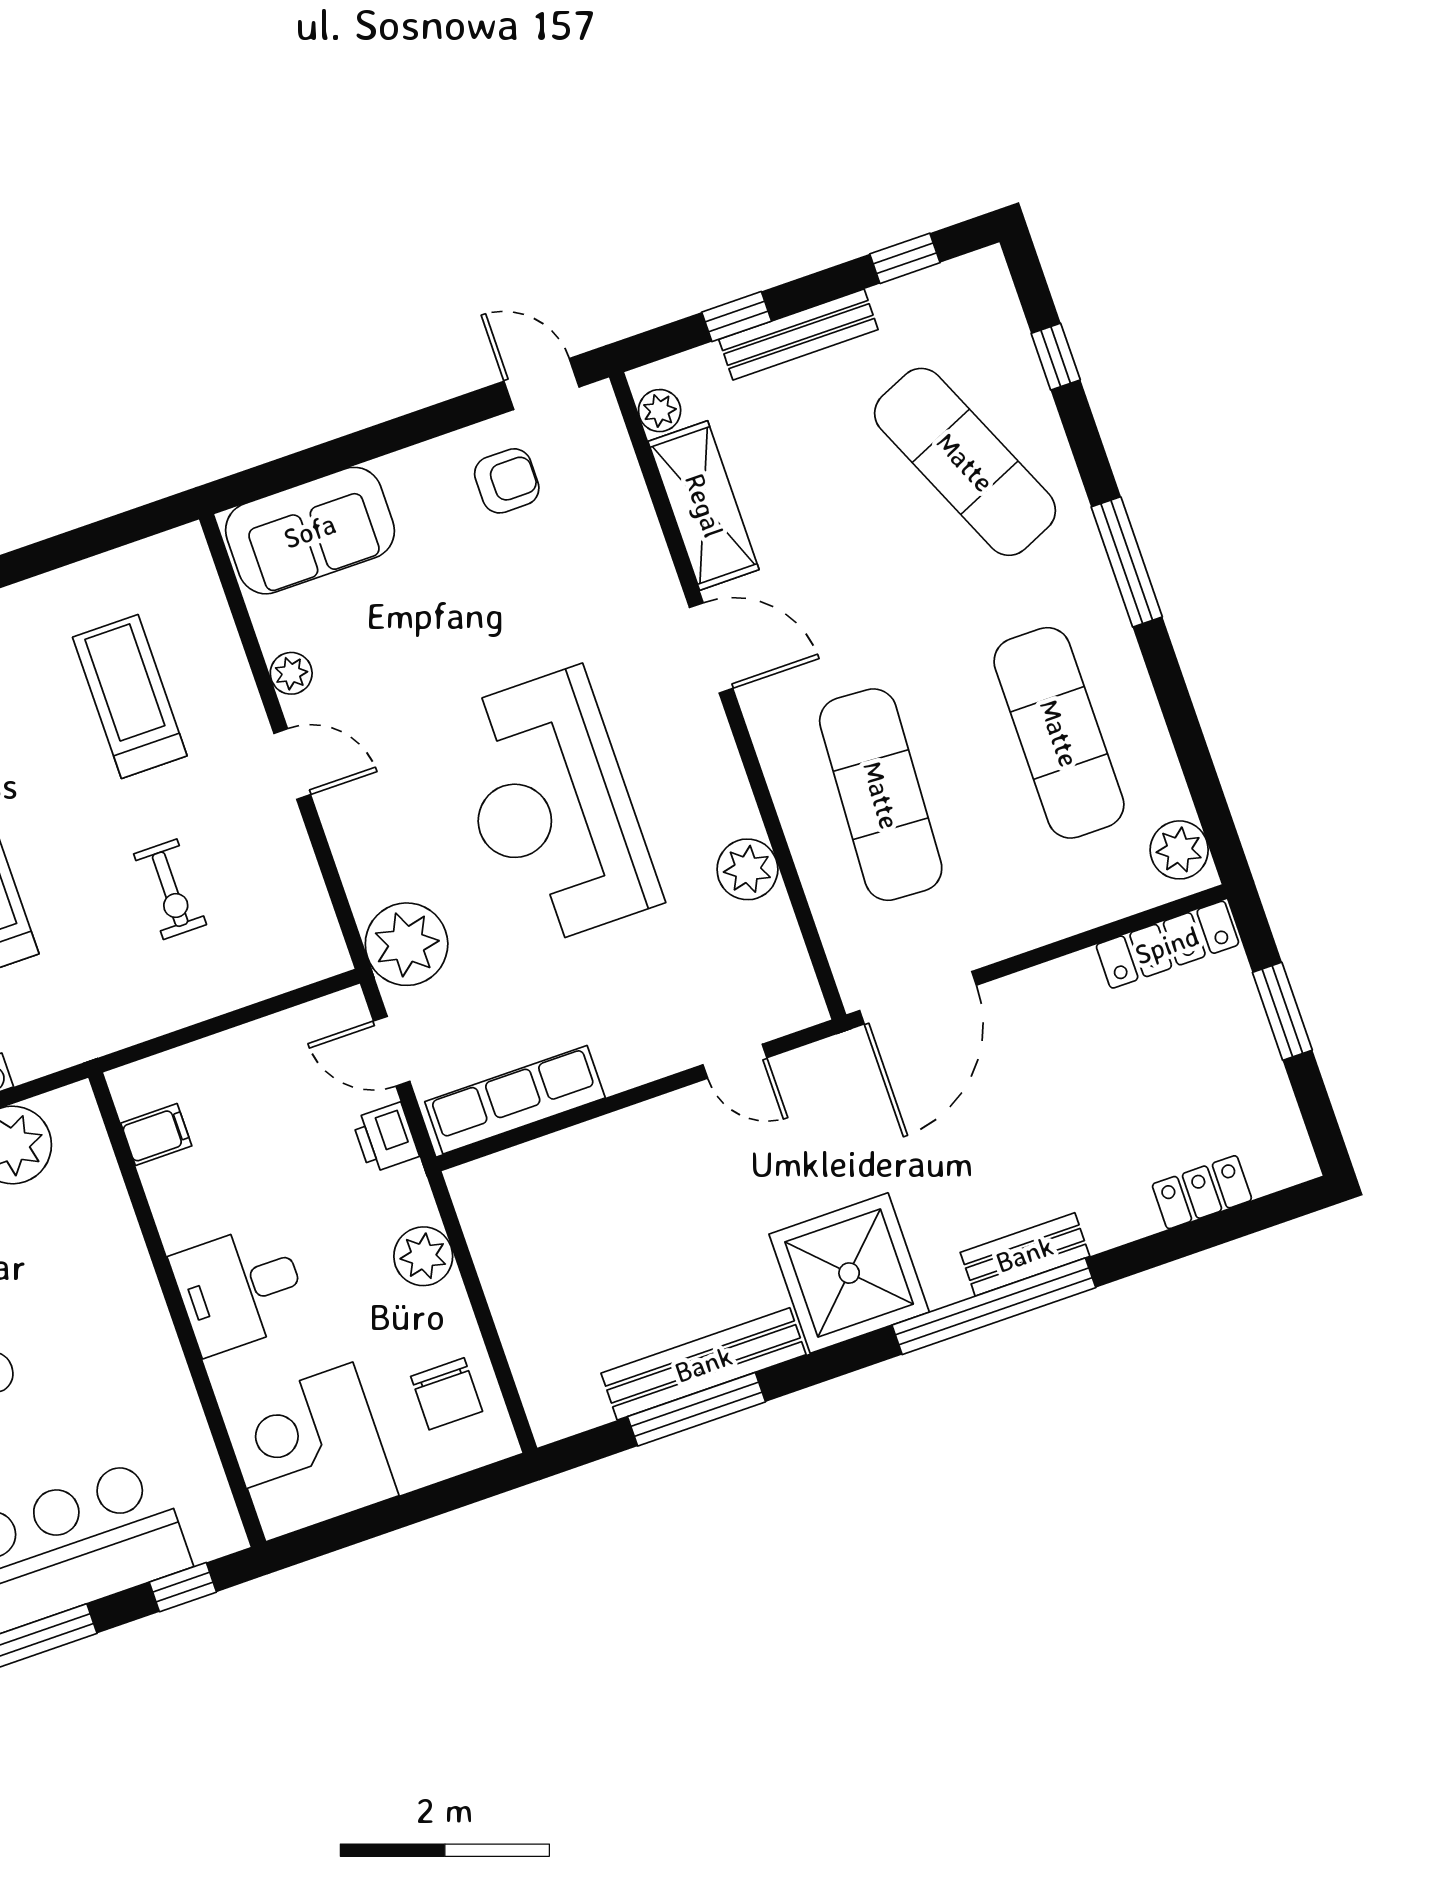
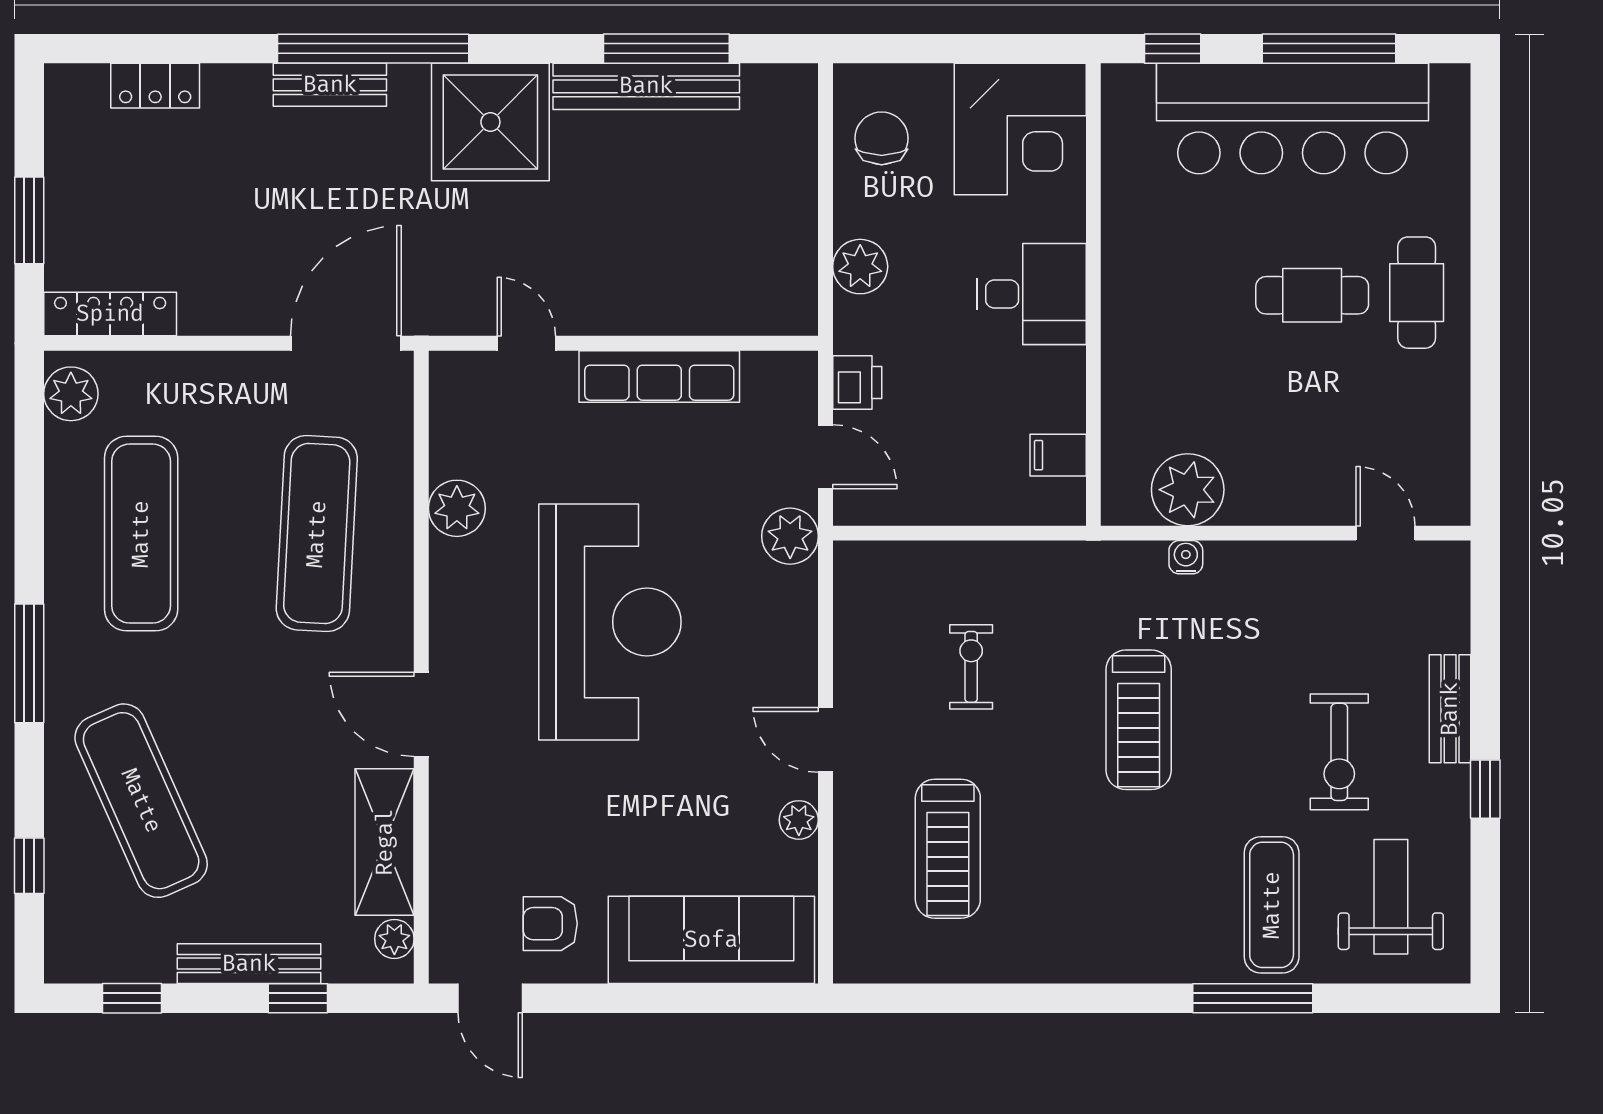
sofa: (310, 531) -> (711, 940), width x1.36
plant: (407, 944) -> (790, 536), width x0.73, depth x0.73
row of seats: (515, 1100) -> (659, 376), moved

